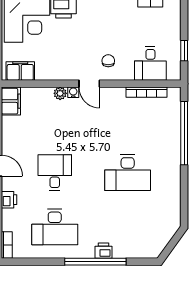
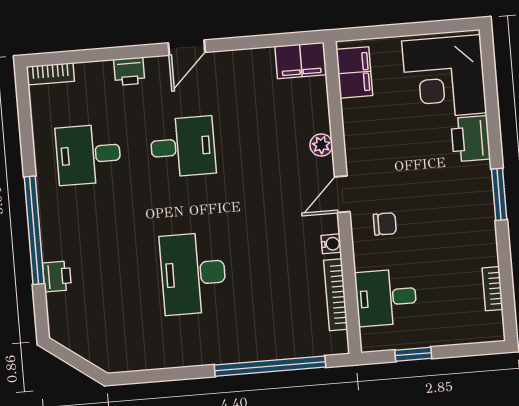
water cooler: (73, 92) -> (331, 244), moved
desk: (55, 227) -> (88, 155), width x0.73
printer: (104, 251) -> (57, 276), moved

